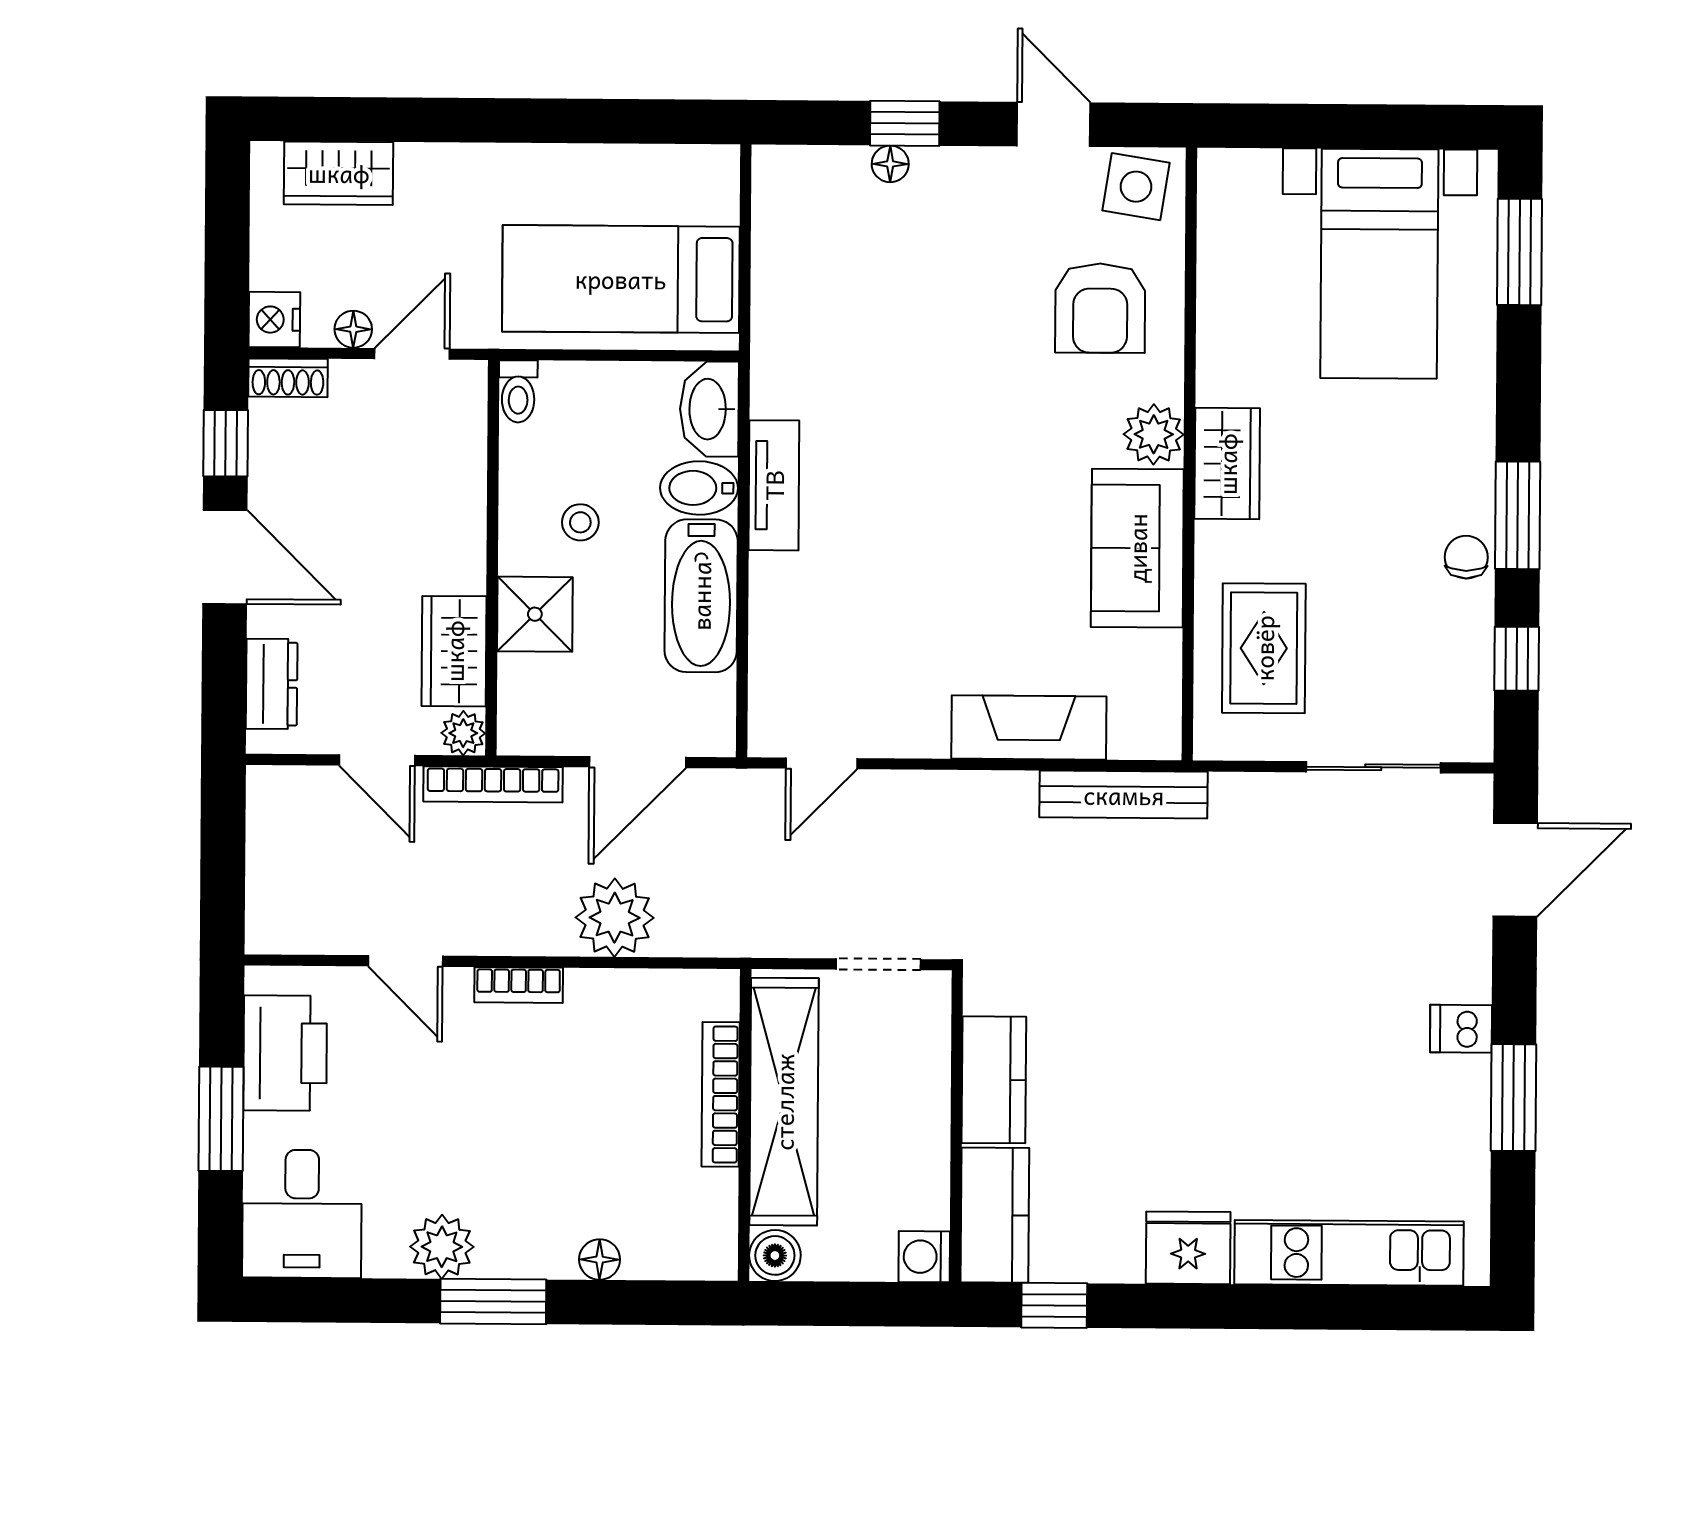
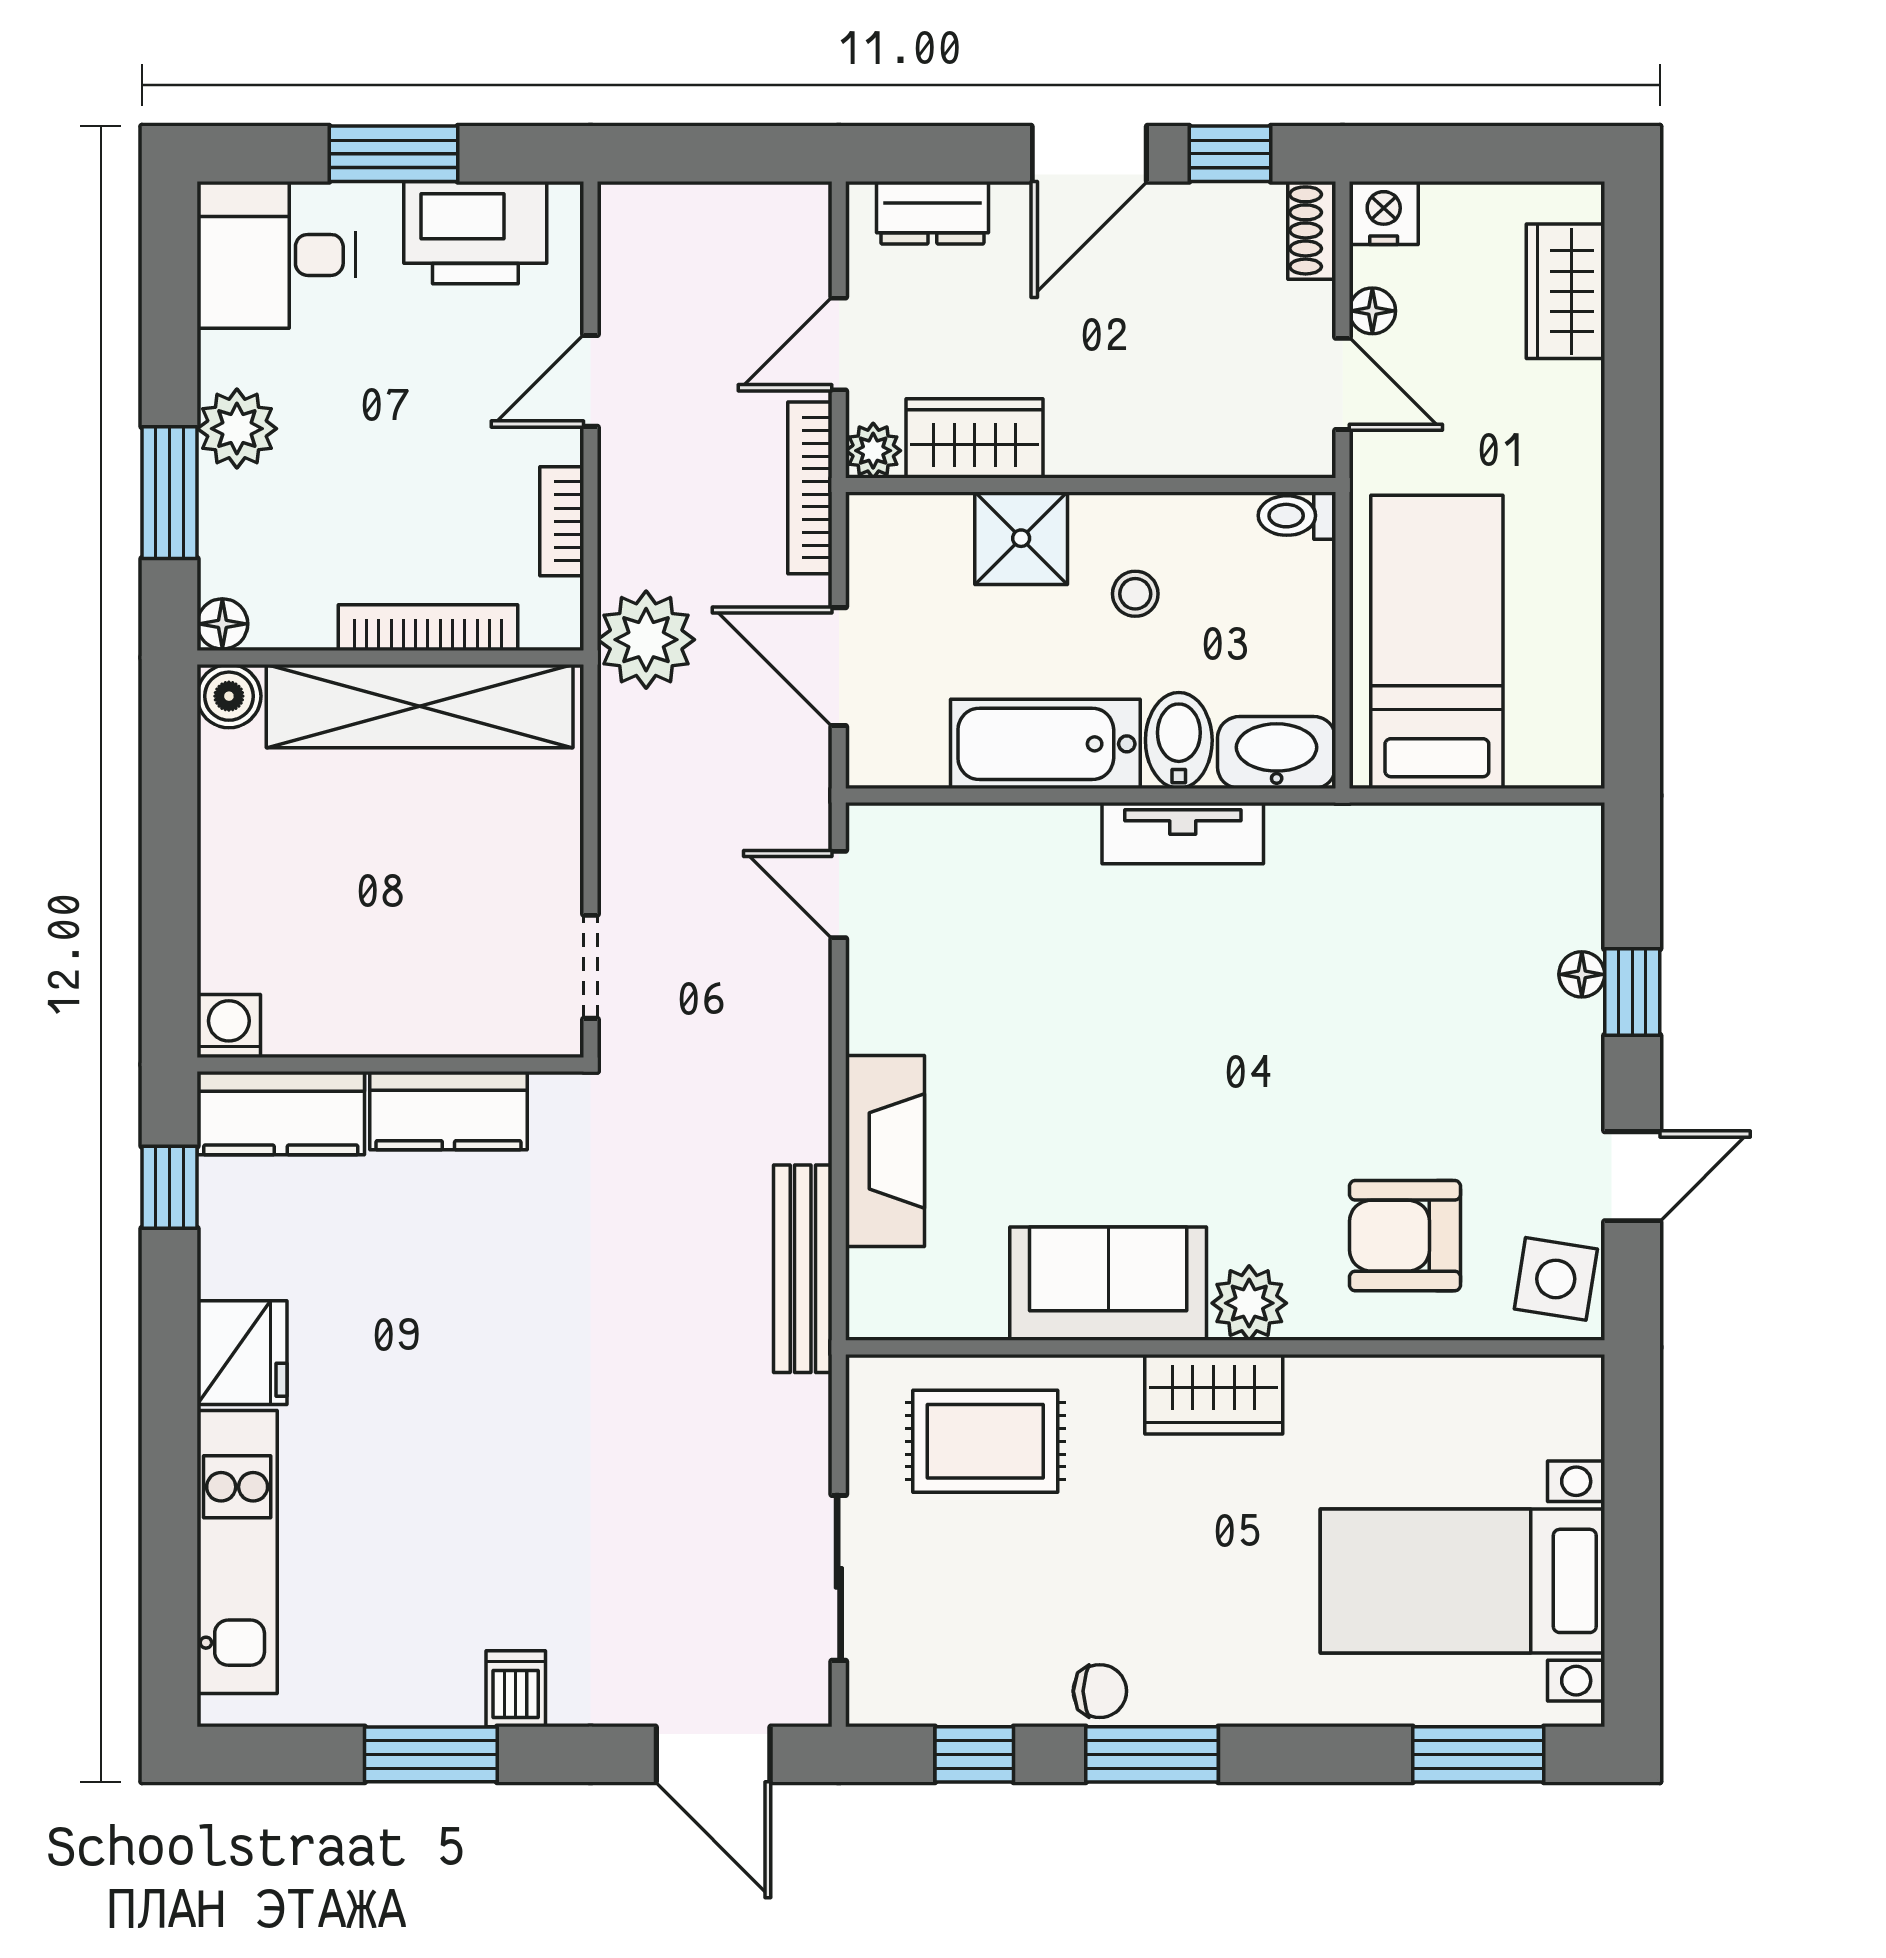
bookcase: (721, 1094) -> (428, 628), moved
shelving: (784, 1102) -> (420, 706), moved
wall: (745, 1125) -> (390, 657), moved
boiler: (775, 1255) -> (229, 696), moved

